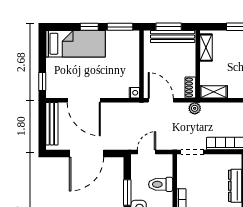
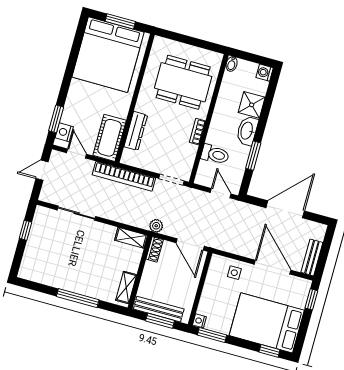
window: (89, 27) -> (269, 351), moved
bed: (76, 44) -> (267, 323), width x1.50
side table: (116, 86) -> (234, 273), added
nightstand: (134, 93) -> (199, 321), moved
bench: (52, 124) -> (312, 257), width x0.73
door: (146, 152) -> (221, 193), swing flipped

